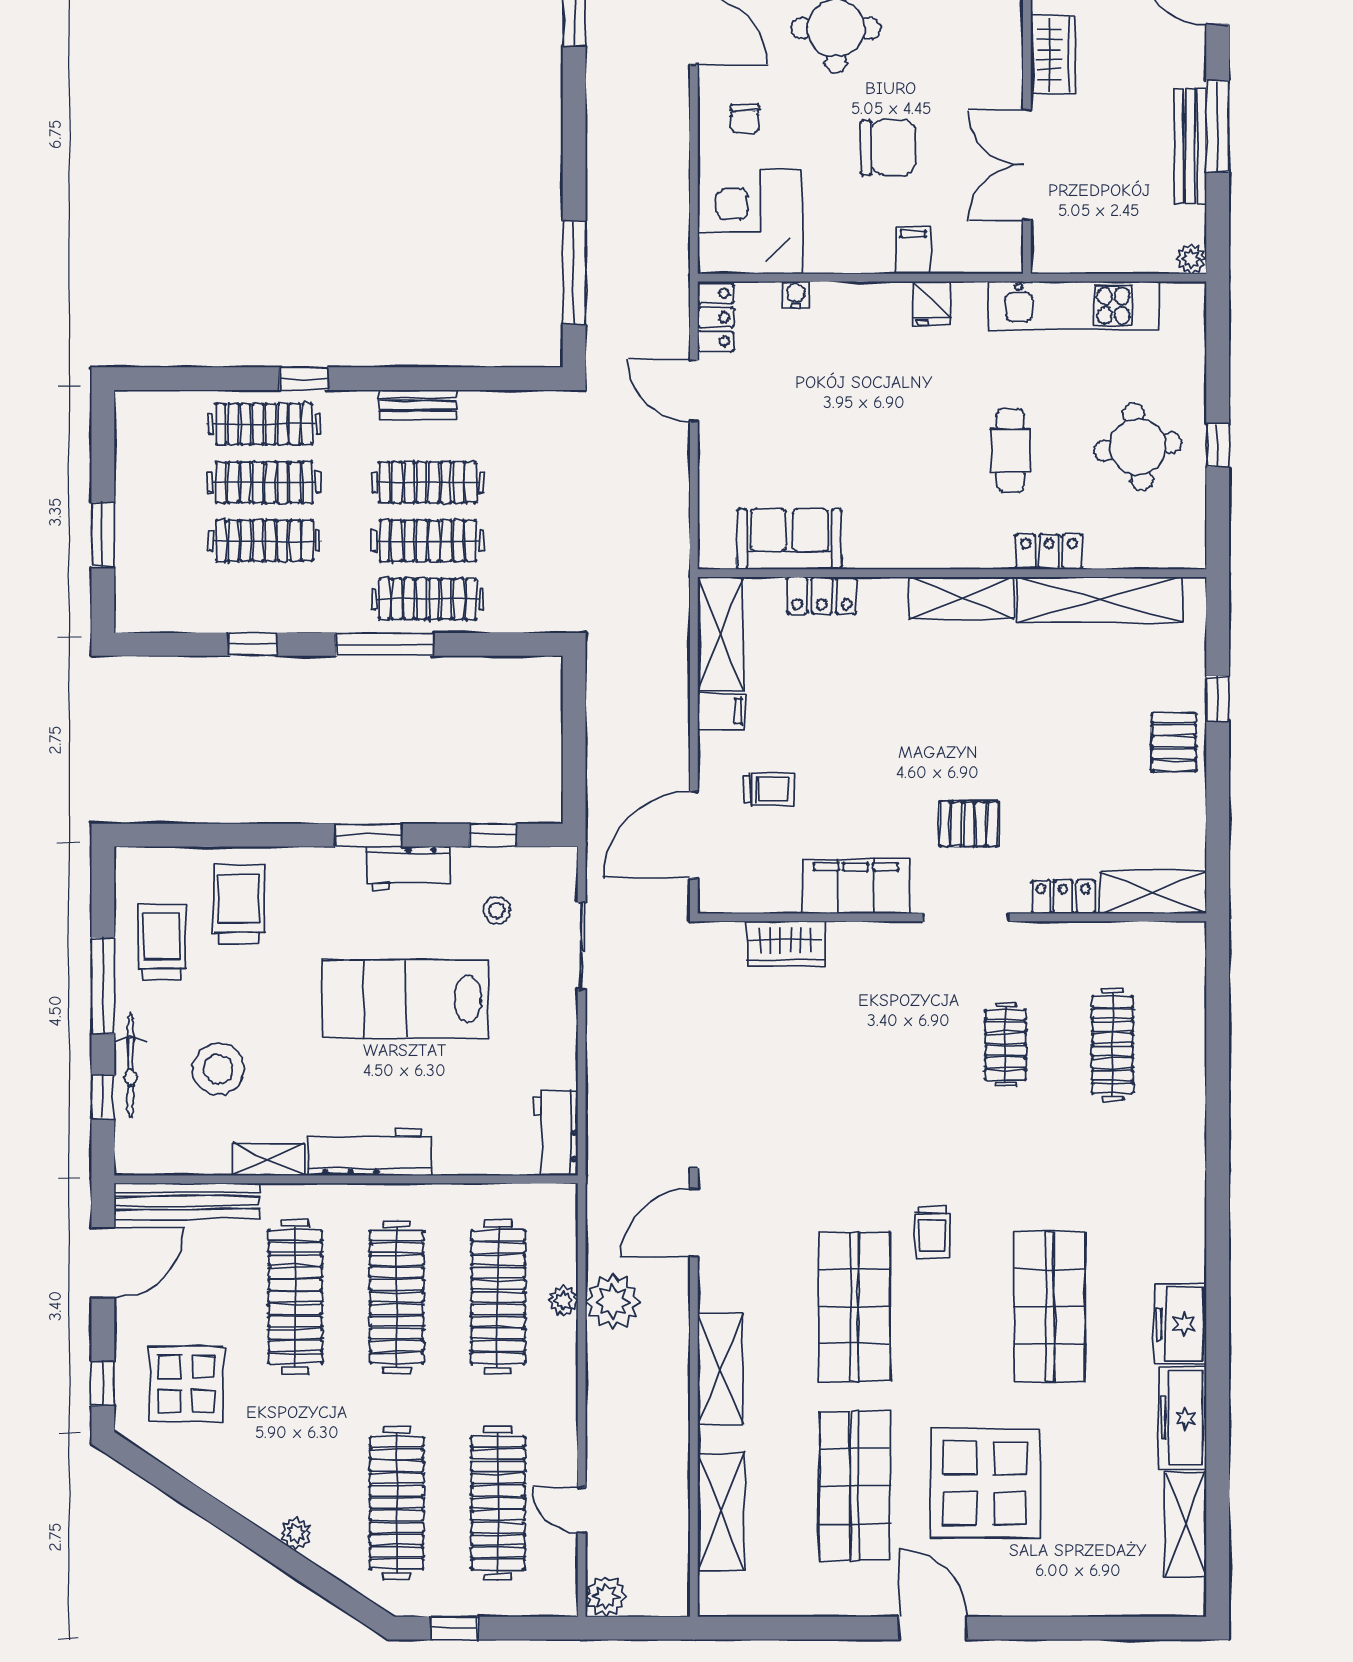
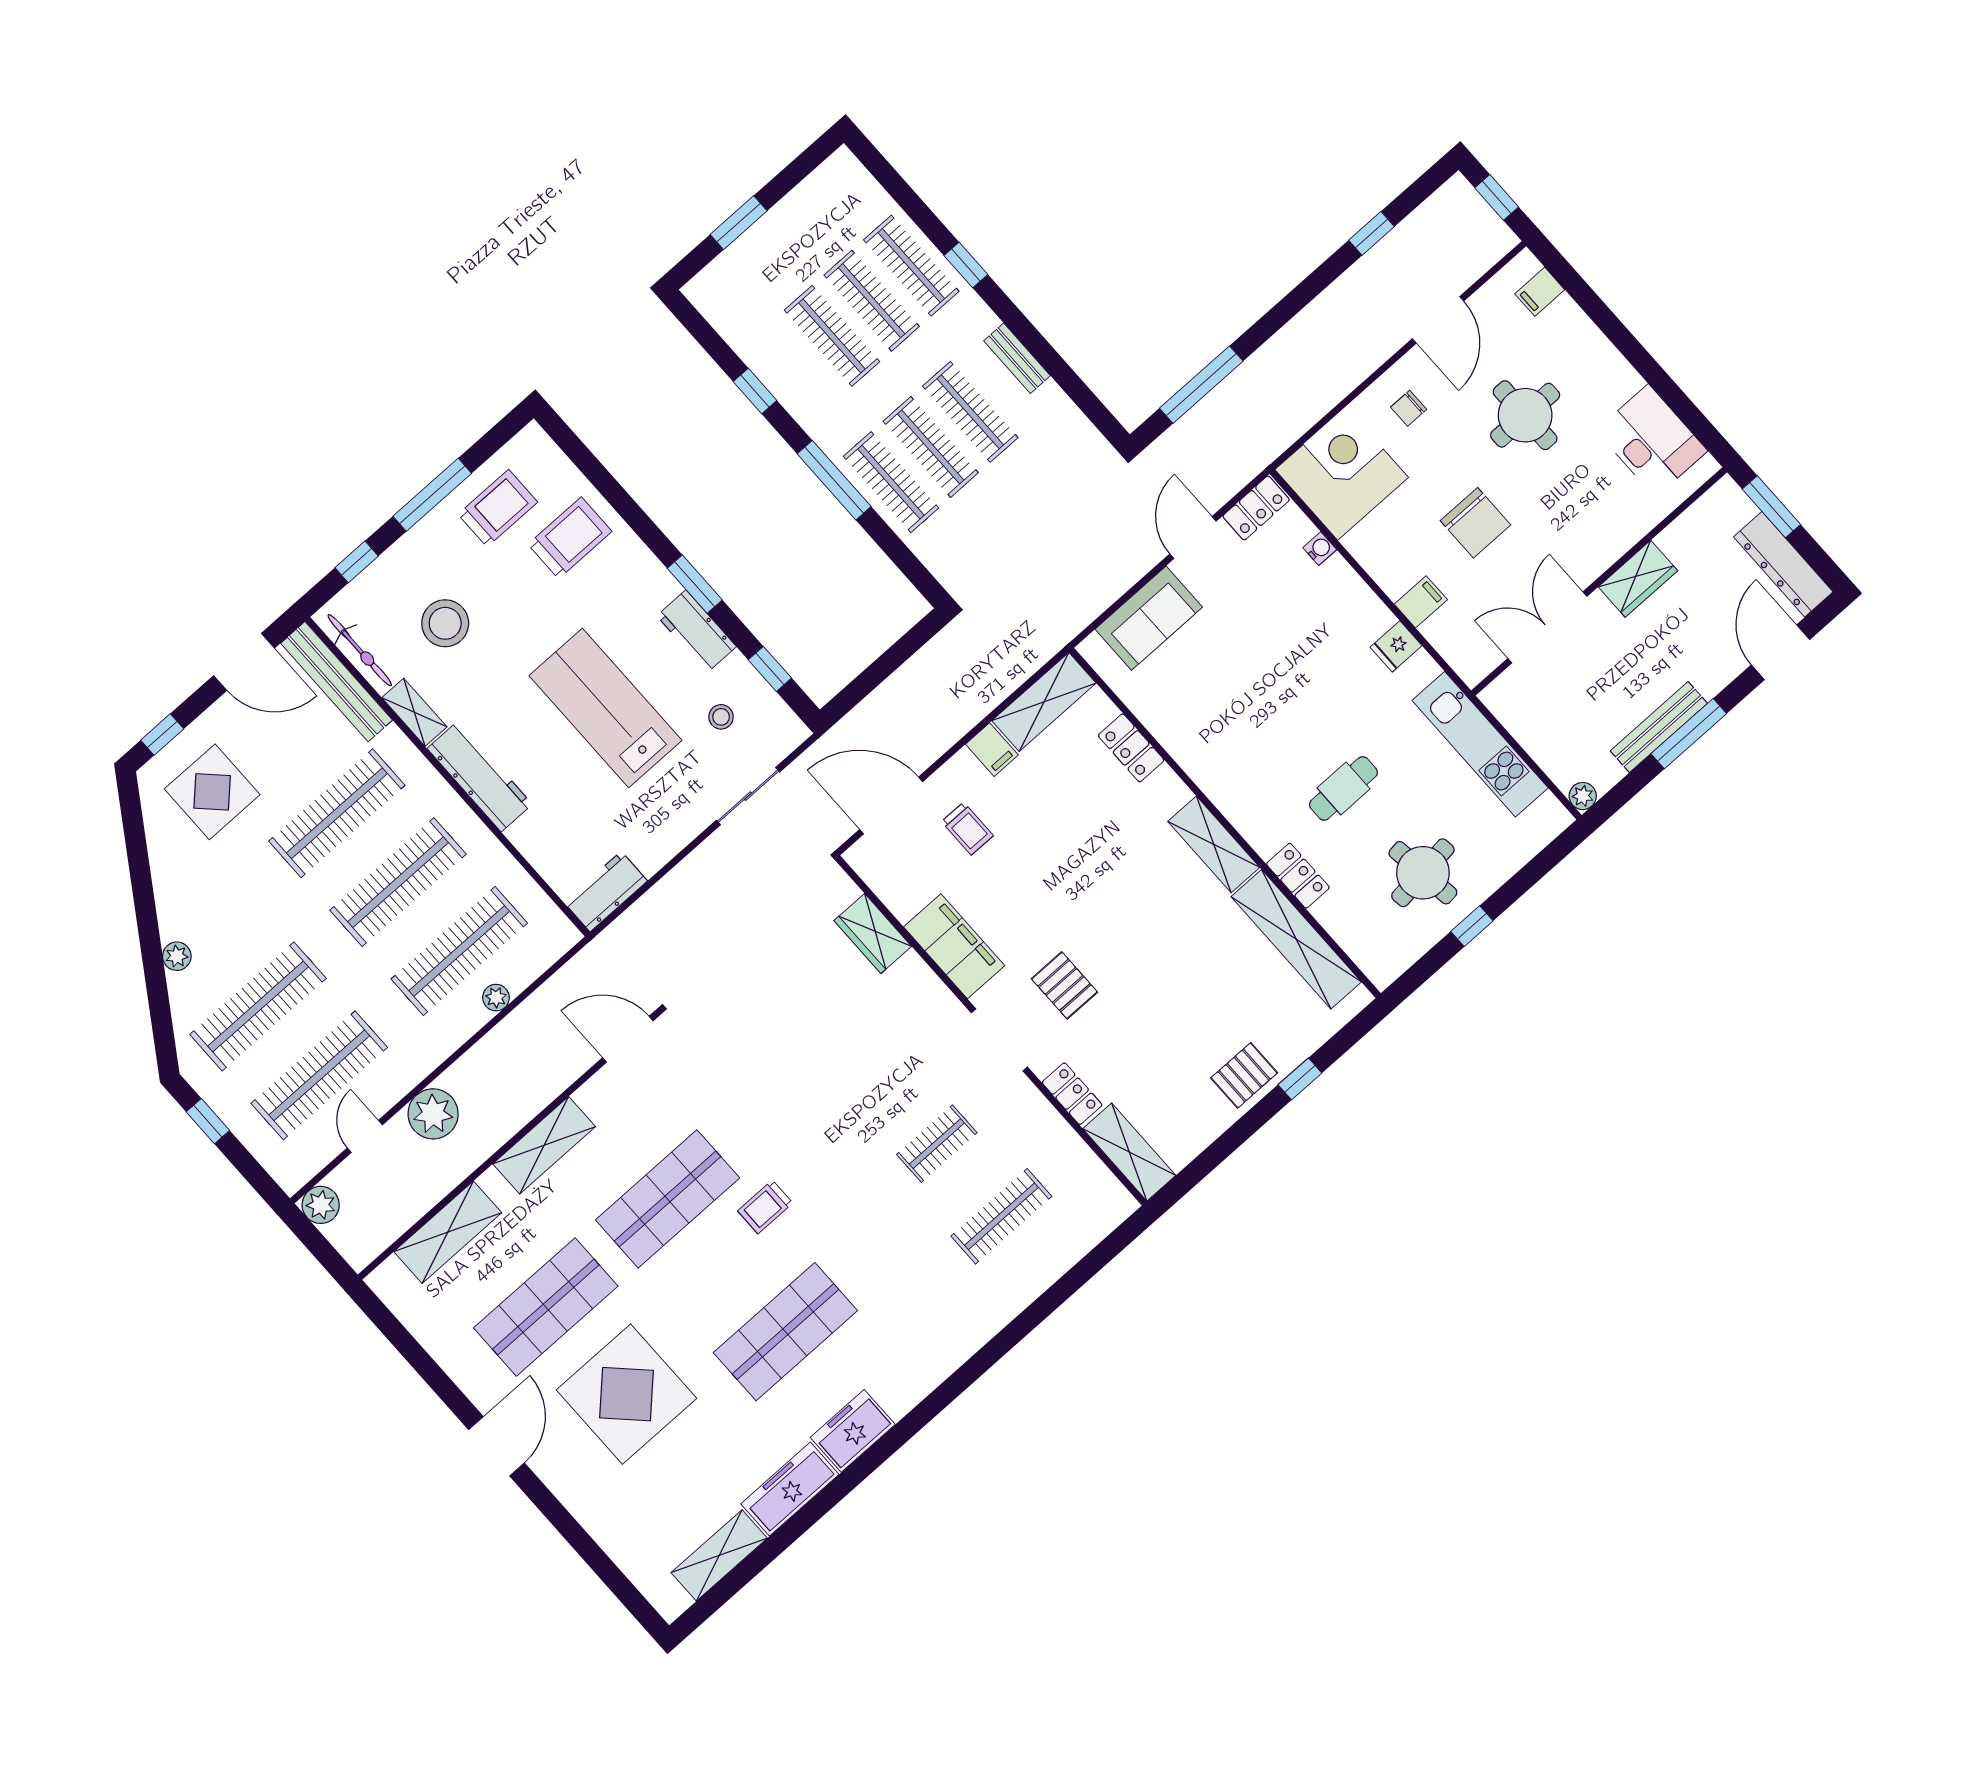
sofa: (789, 539) -> (1149, 618), moved, turned 90
bicycle: (131, 1065) -> (360, 650), moved, turned -90
plant: (613, 1302) -> (433, 1114), moved

